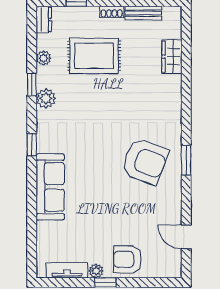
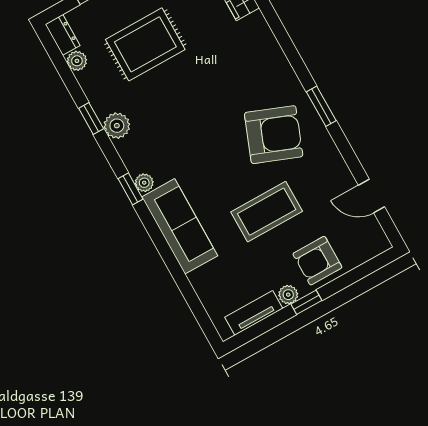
plant: (44, 58) -> (77, 61), moved
plant: (43, 146) -> (144, 183), added
coffee table: (112, 209) -> (267, 212), added

